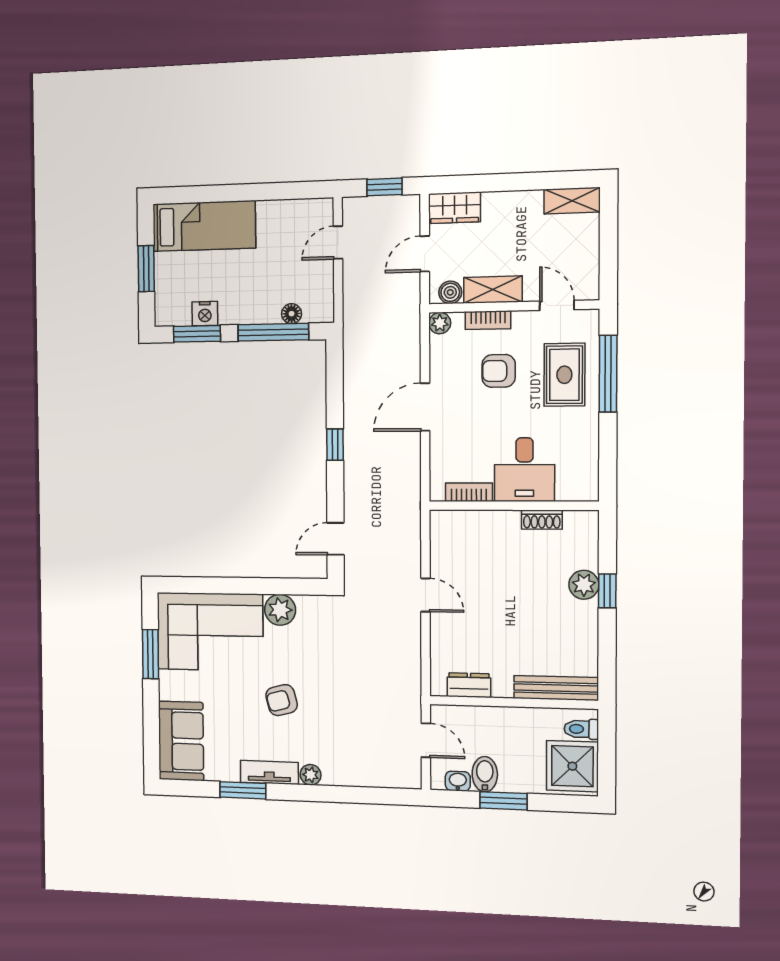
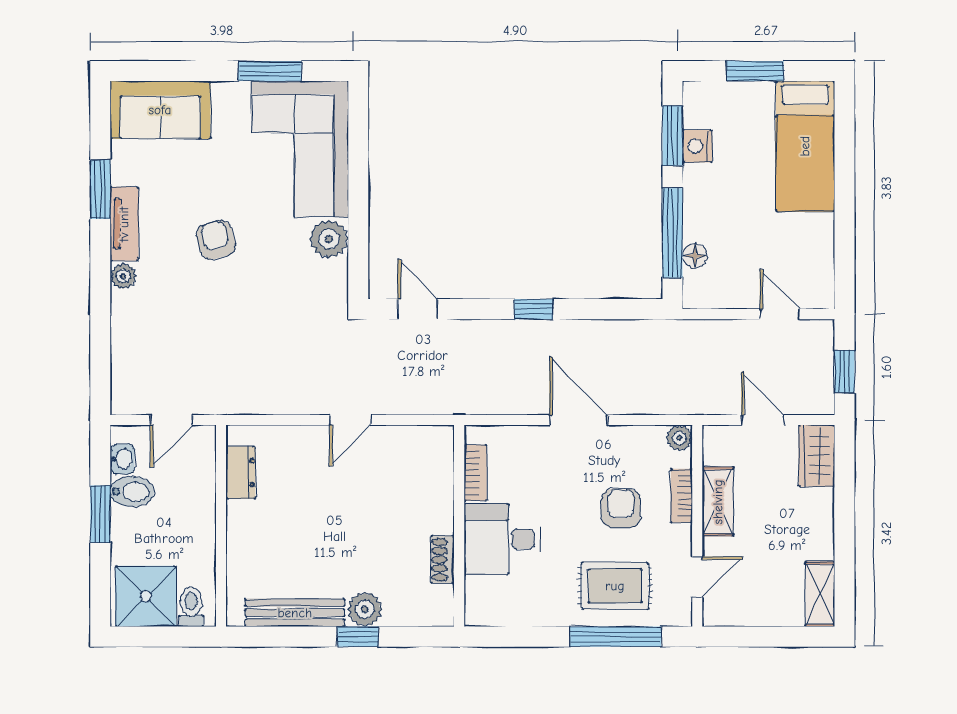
boiler: (450, 292) -> (716, 451), removed
bench: (556, 688) -> (295, 613), moved, turned 90

